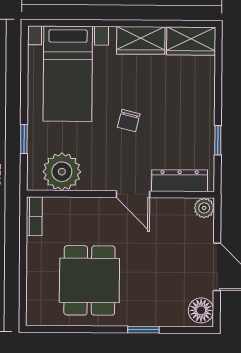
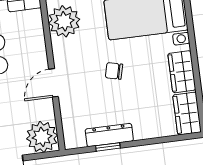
dresser: (180, 181) -> (109, 135), moved, turned -90
plant: (204, 208) -> (42, 137), width x1.88, depth x1.88

